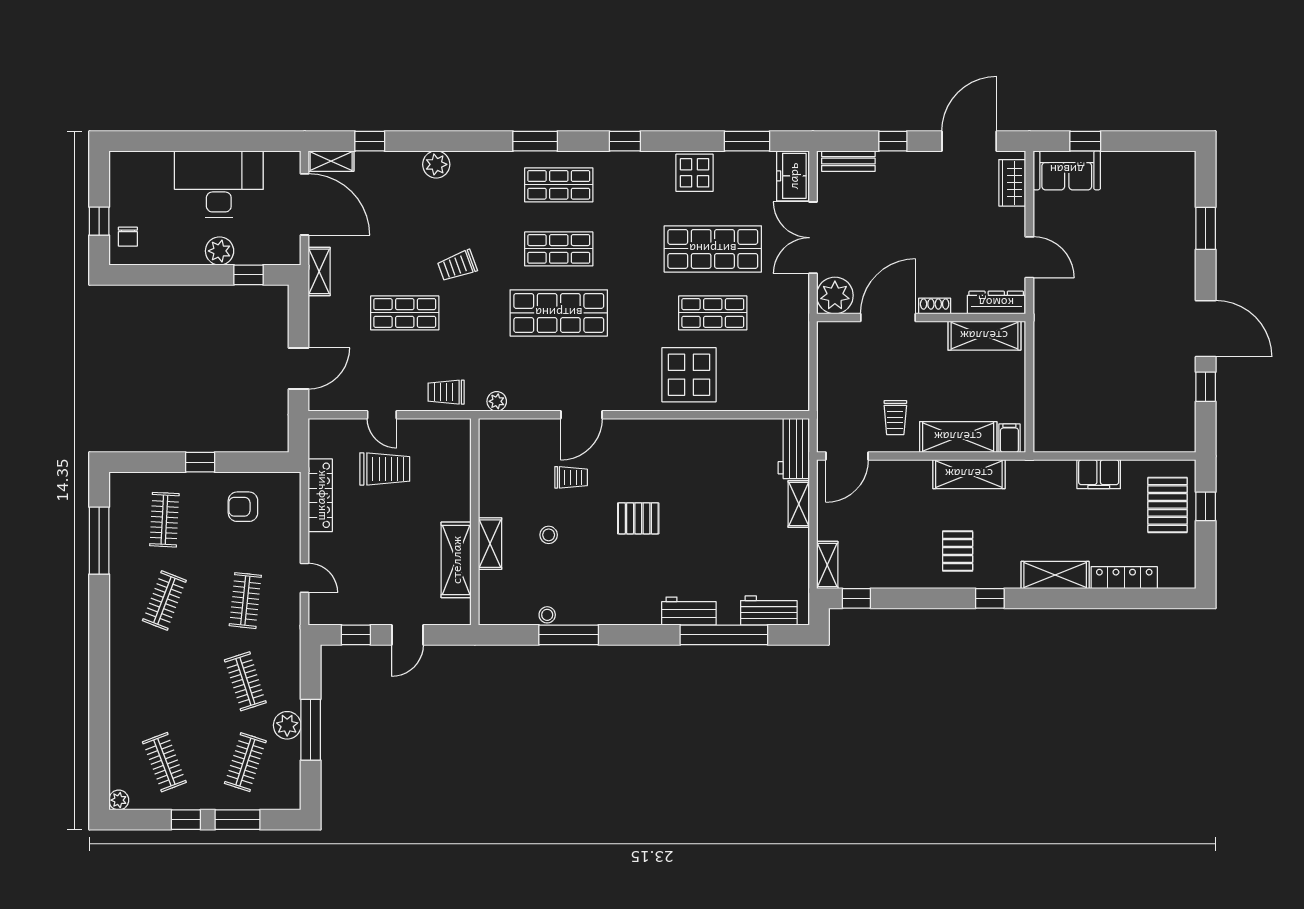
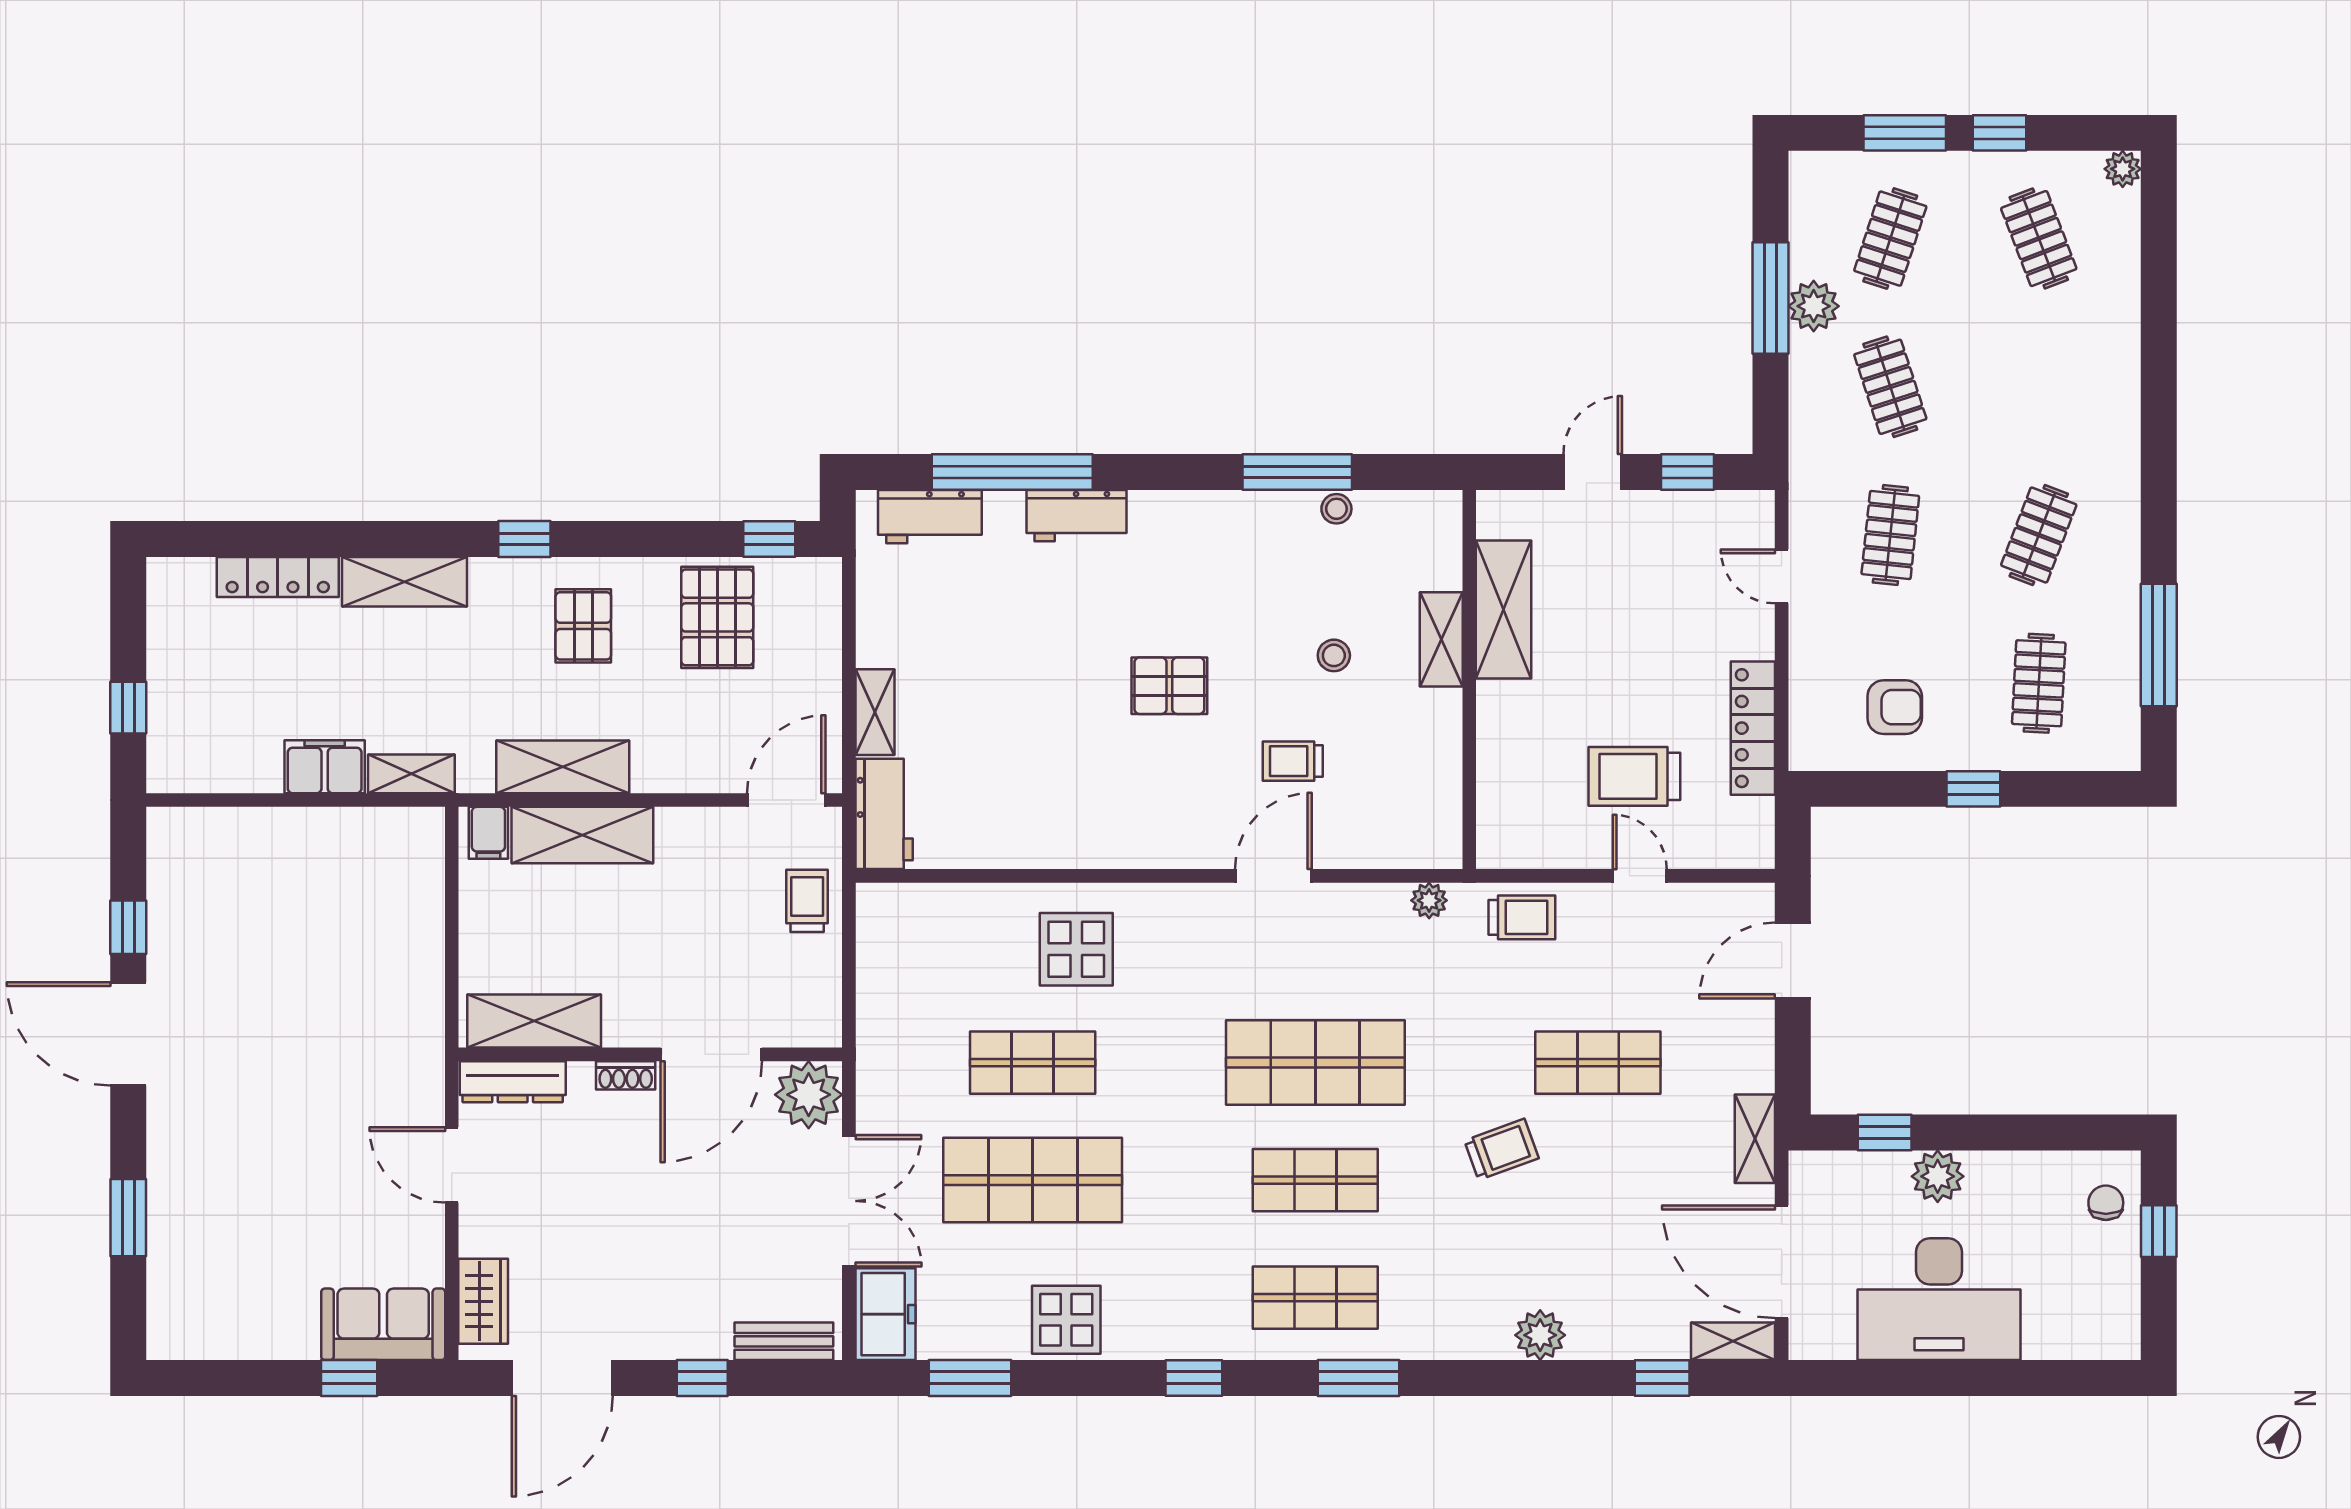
display table: (689, 375) -> (1076, 949), width x0.73, depth x0.73
trolley: (895, 418) -> (807, 901), moved
pallet: (1167, 505) -> (717, 617), moved
shelving: (827, 565) -> (411, 774), moved, turned 90

